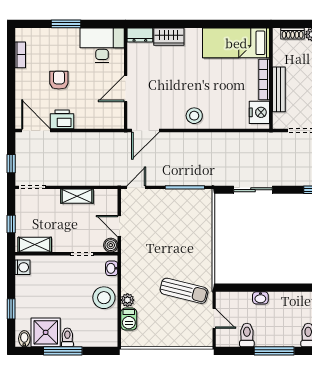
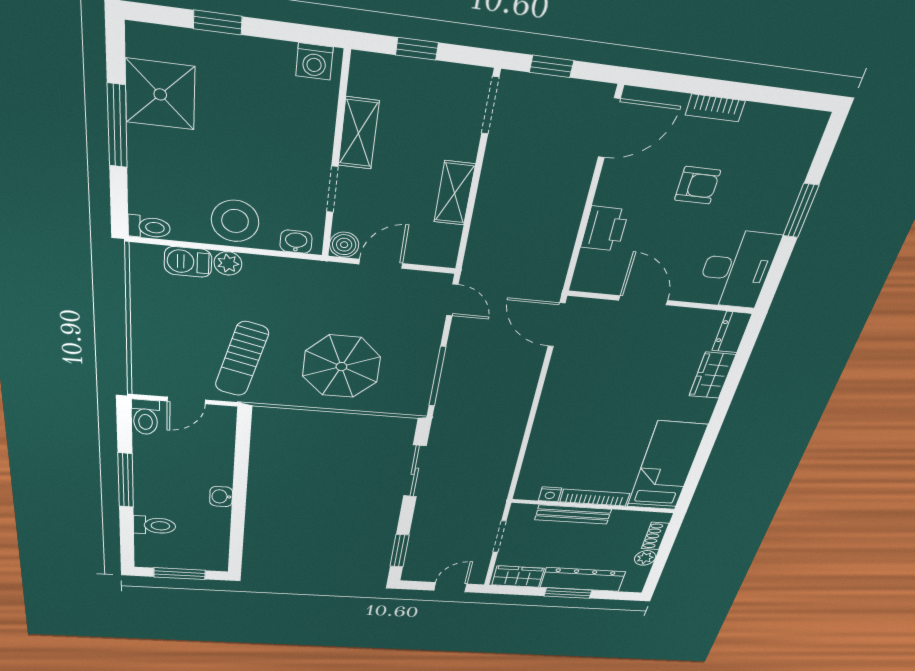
bookcase: (20, 55) -> (715, 108), moved
nightstand: (259, 112) -> (550, 494), width x0.53, depth x0.56
stool: (194, 116) -> (563, 401), removed
printer: (62, 119) -> (605, 229), moved
parasol: (184, 239) -> (341, 367), added
shelving: (35, 245) -> (359, 133), moved
washbasin: (260, 298) -> (221, 497), moved
toilet: (247, 335) -> (146, 417), moved, turned 90
toilet: (67, 337) -> (149, 227), moved
bidet: (24, 339) -> (145, 44), removed

